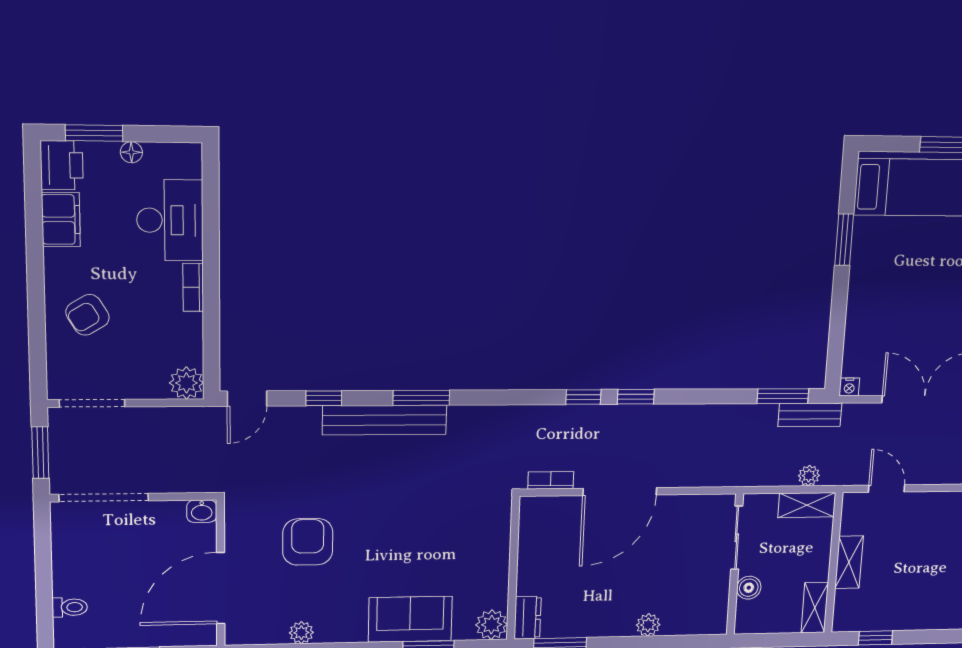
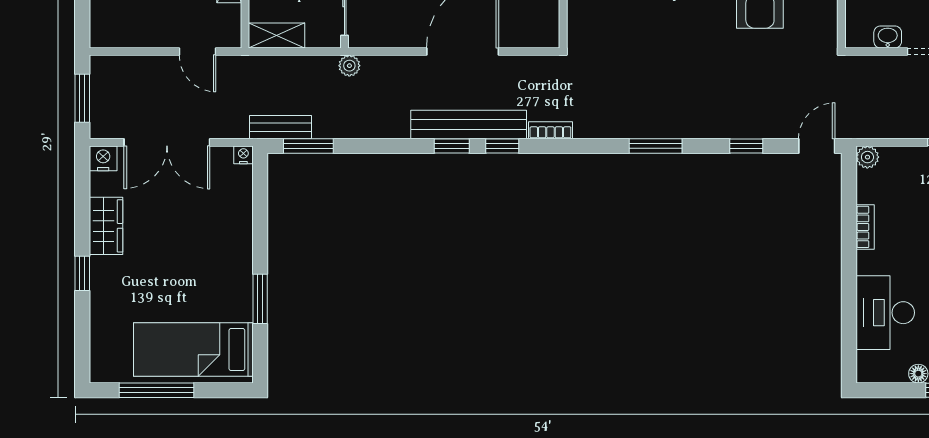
bookcase: (193, 287) -> (865, 227), moved
plant: (186, 383) -> (867, 157), width x0.73, depth x0.73
bench: (385, 420) -> (469, 125), moved
plant: (809, 476) -> (349, 66), moved
bookcase: (551, 480) -> (550, 130), moved, turned 180
washbasin: (202, 511) -> (888, 37), moved

